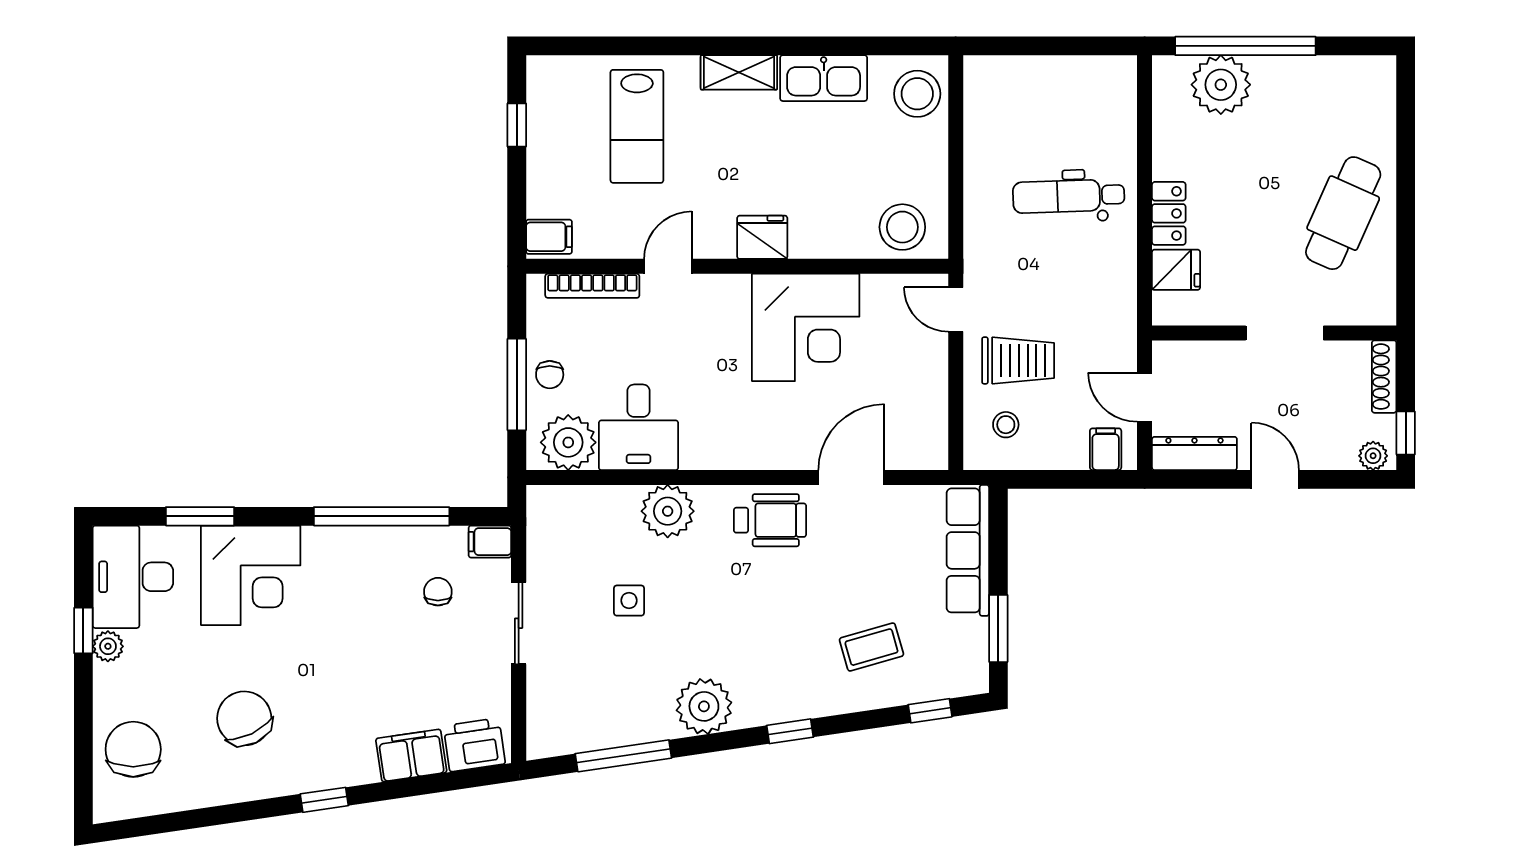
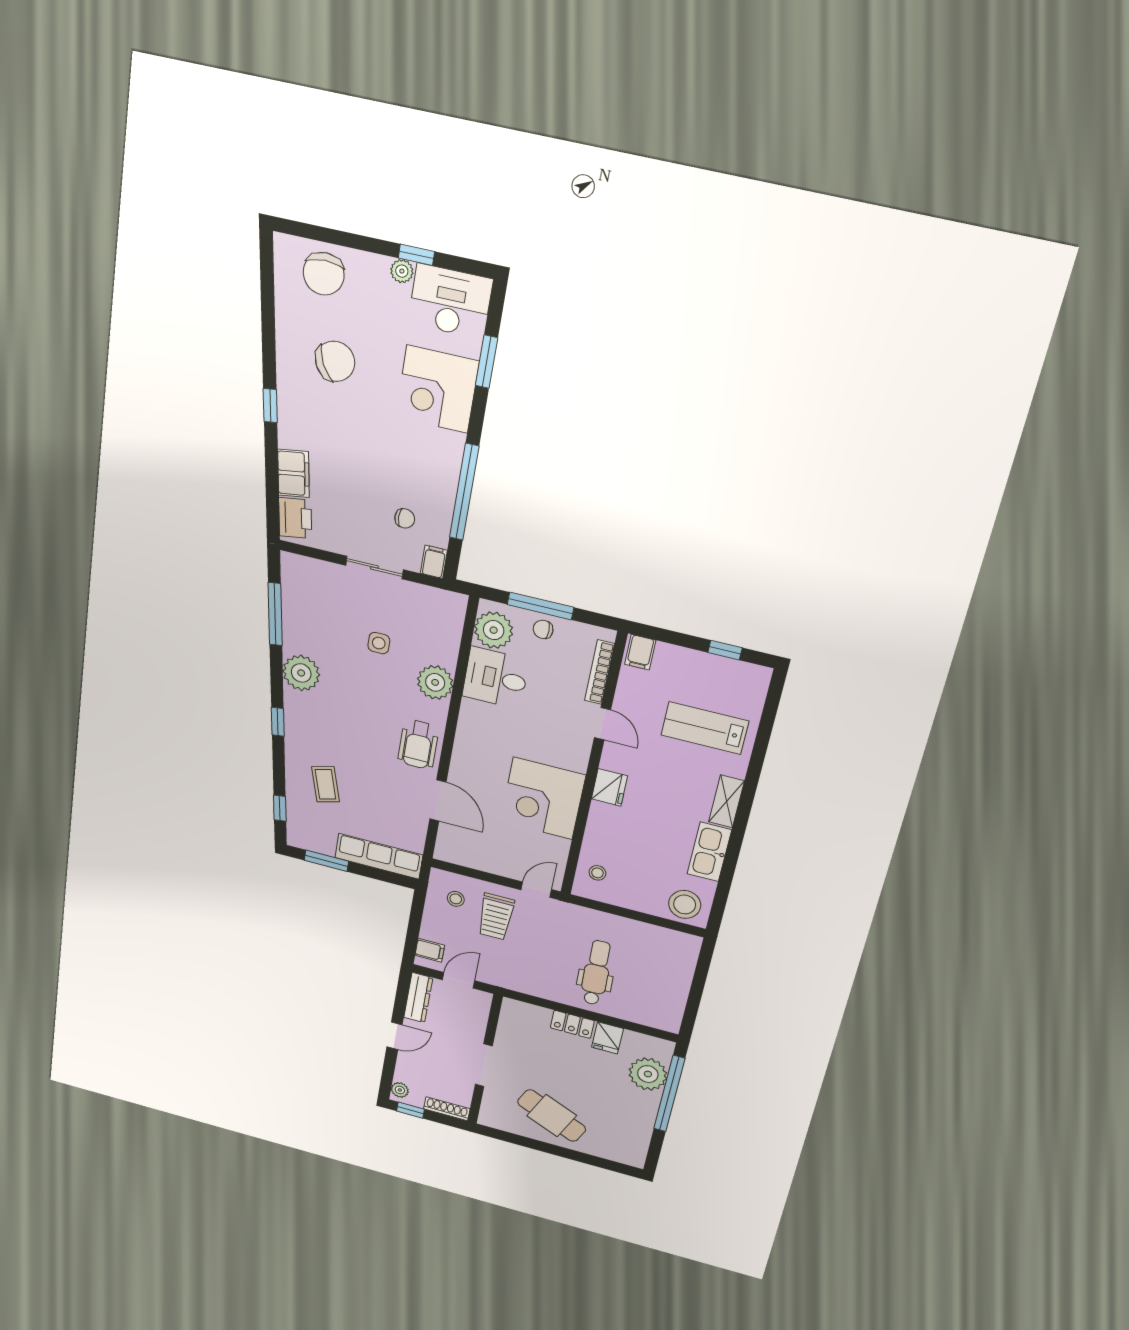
stool: (902, 227) -> (597, 873), width x0.53, depth x0.53
fridge: (1176, 270) -> (607, 1038), moved
chair: (133, 749) -> (324, 274), turned 90

